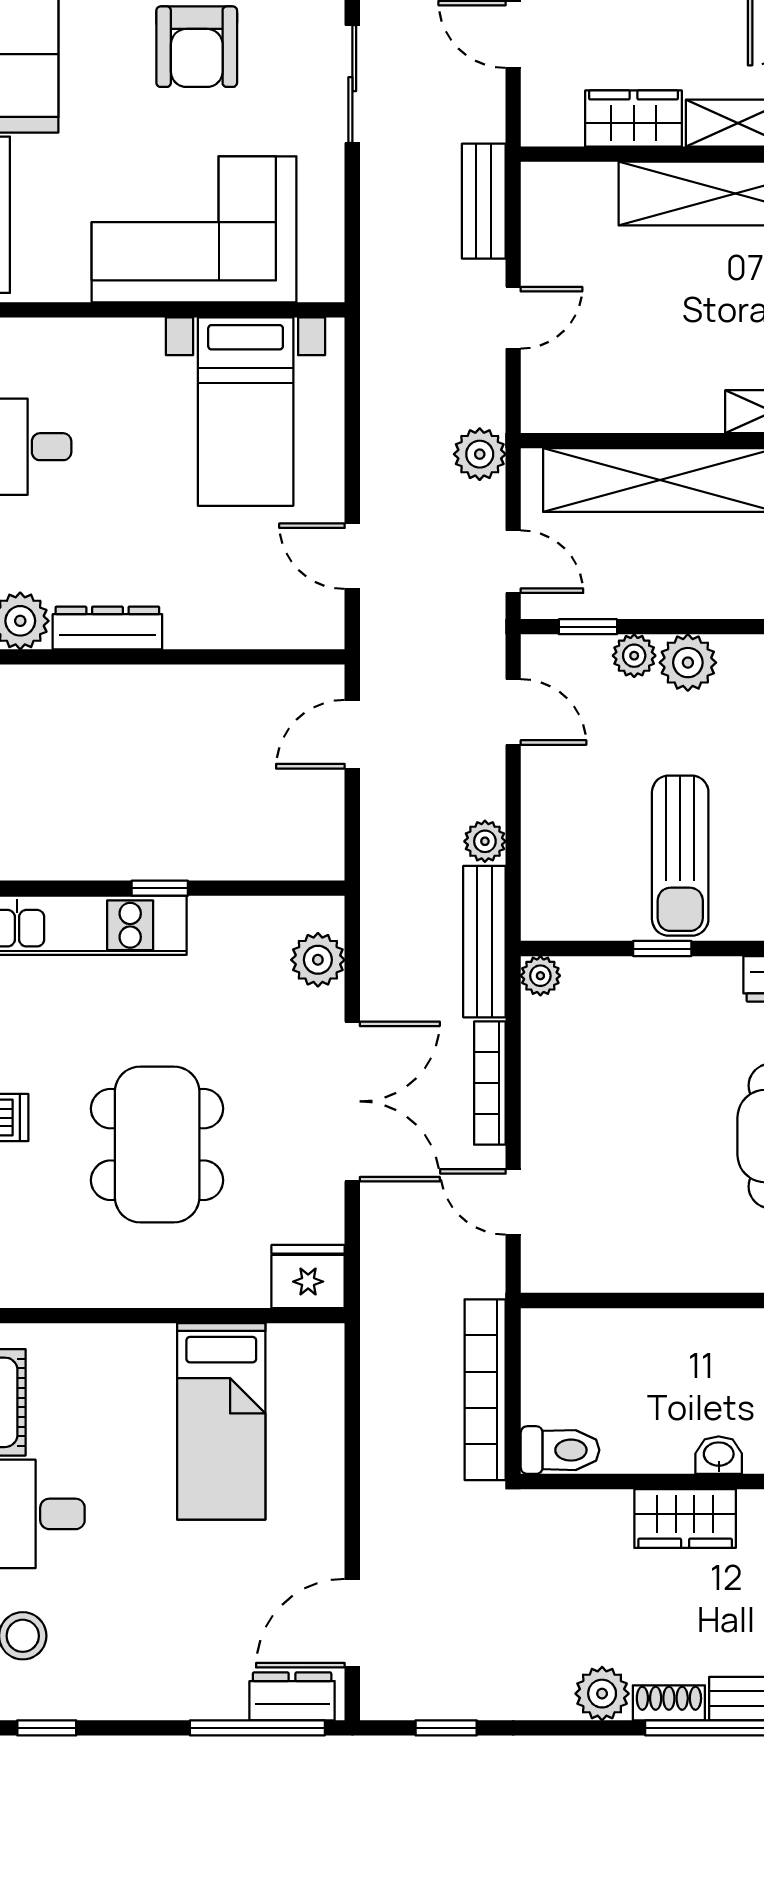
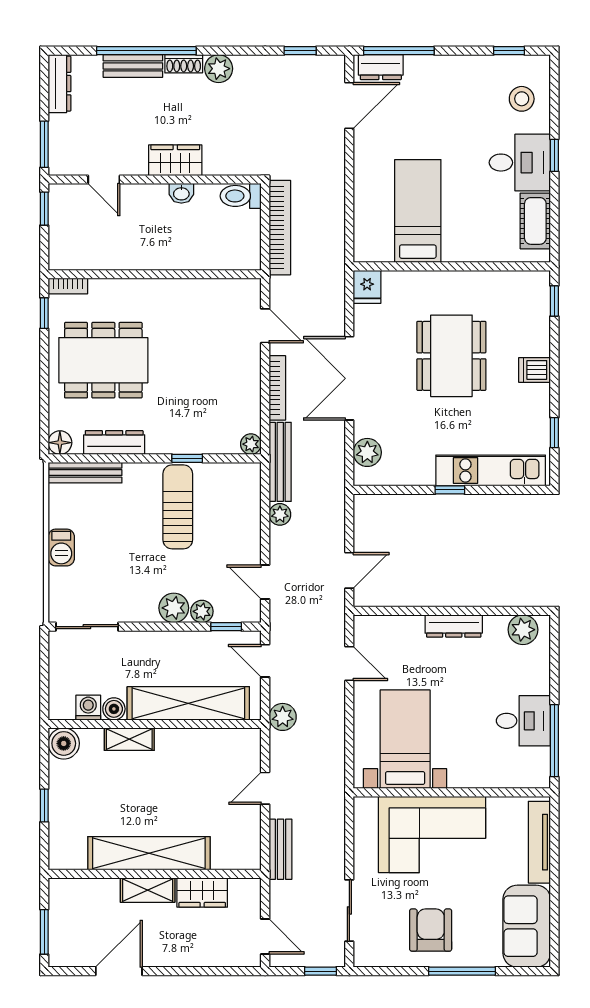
dresser: (107, 628) -> (454, 626), moved
fridge: (308, 1276) -> (367, 287), width x0.72
washbasin: (719, 1455) -> (181, 193), moved

